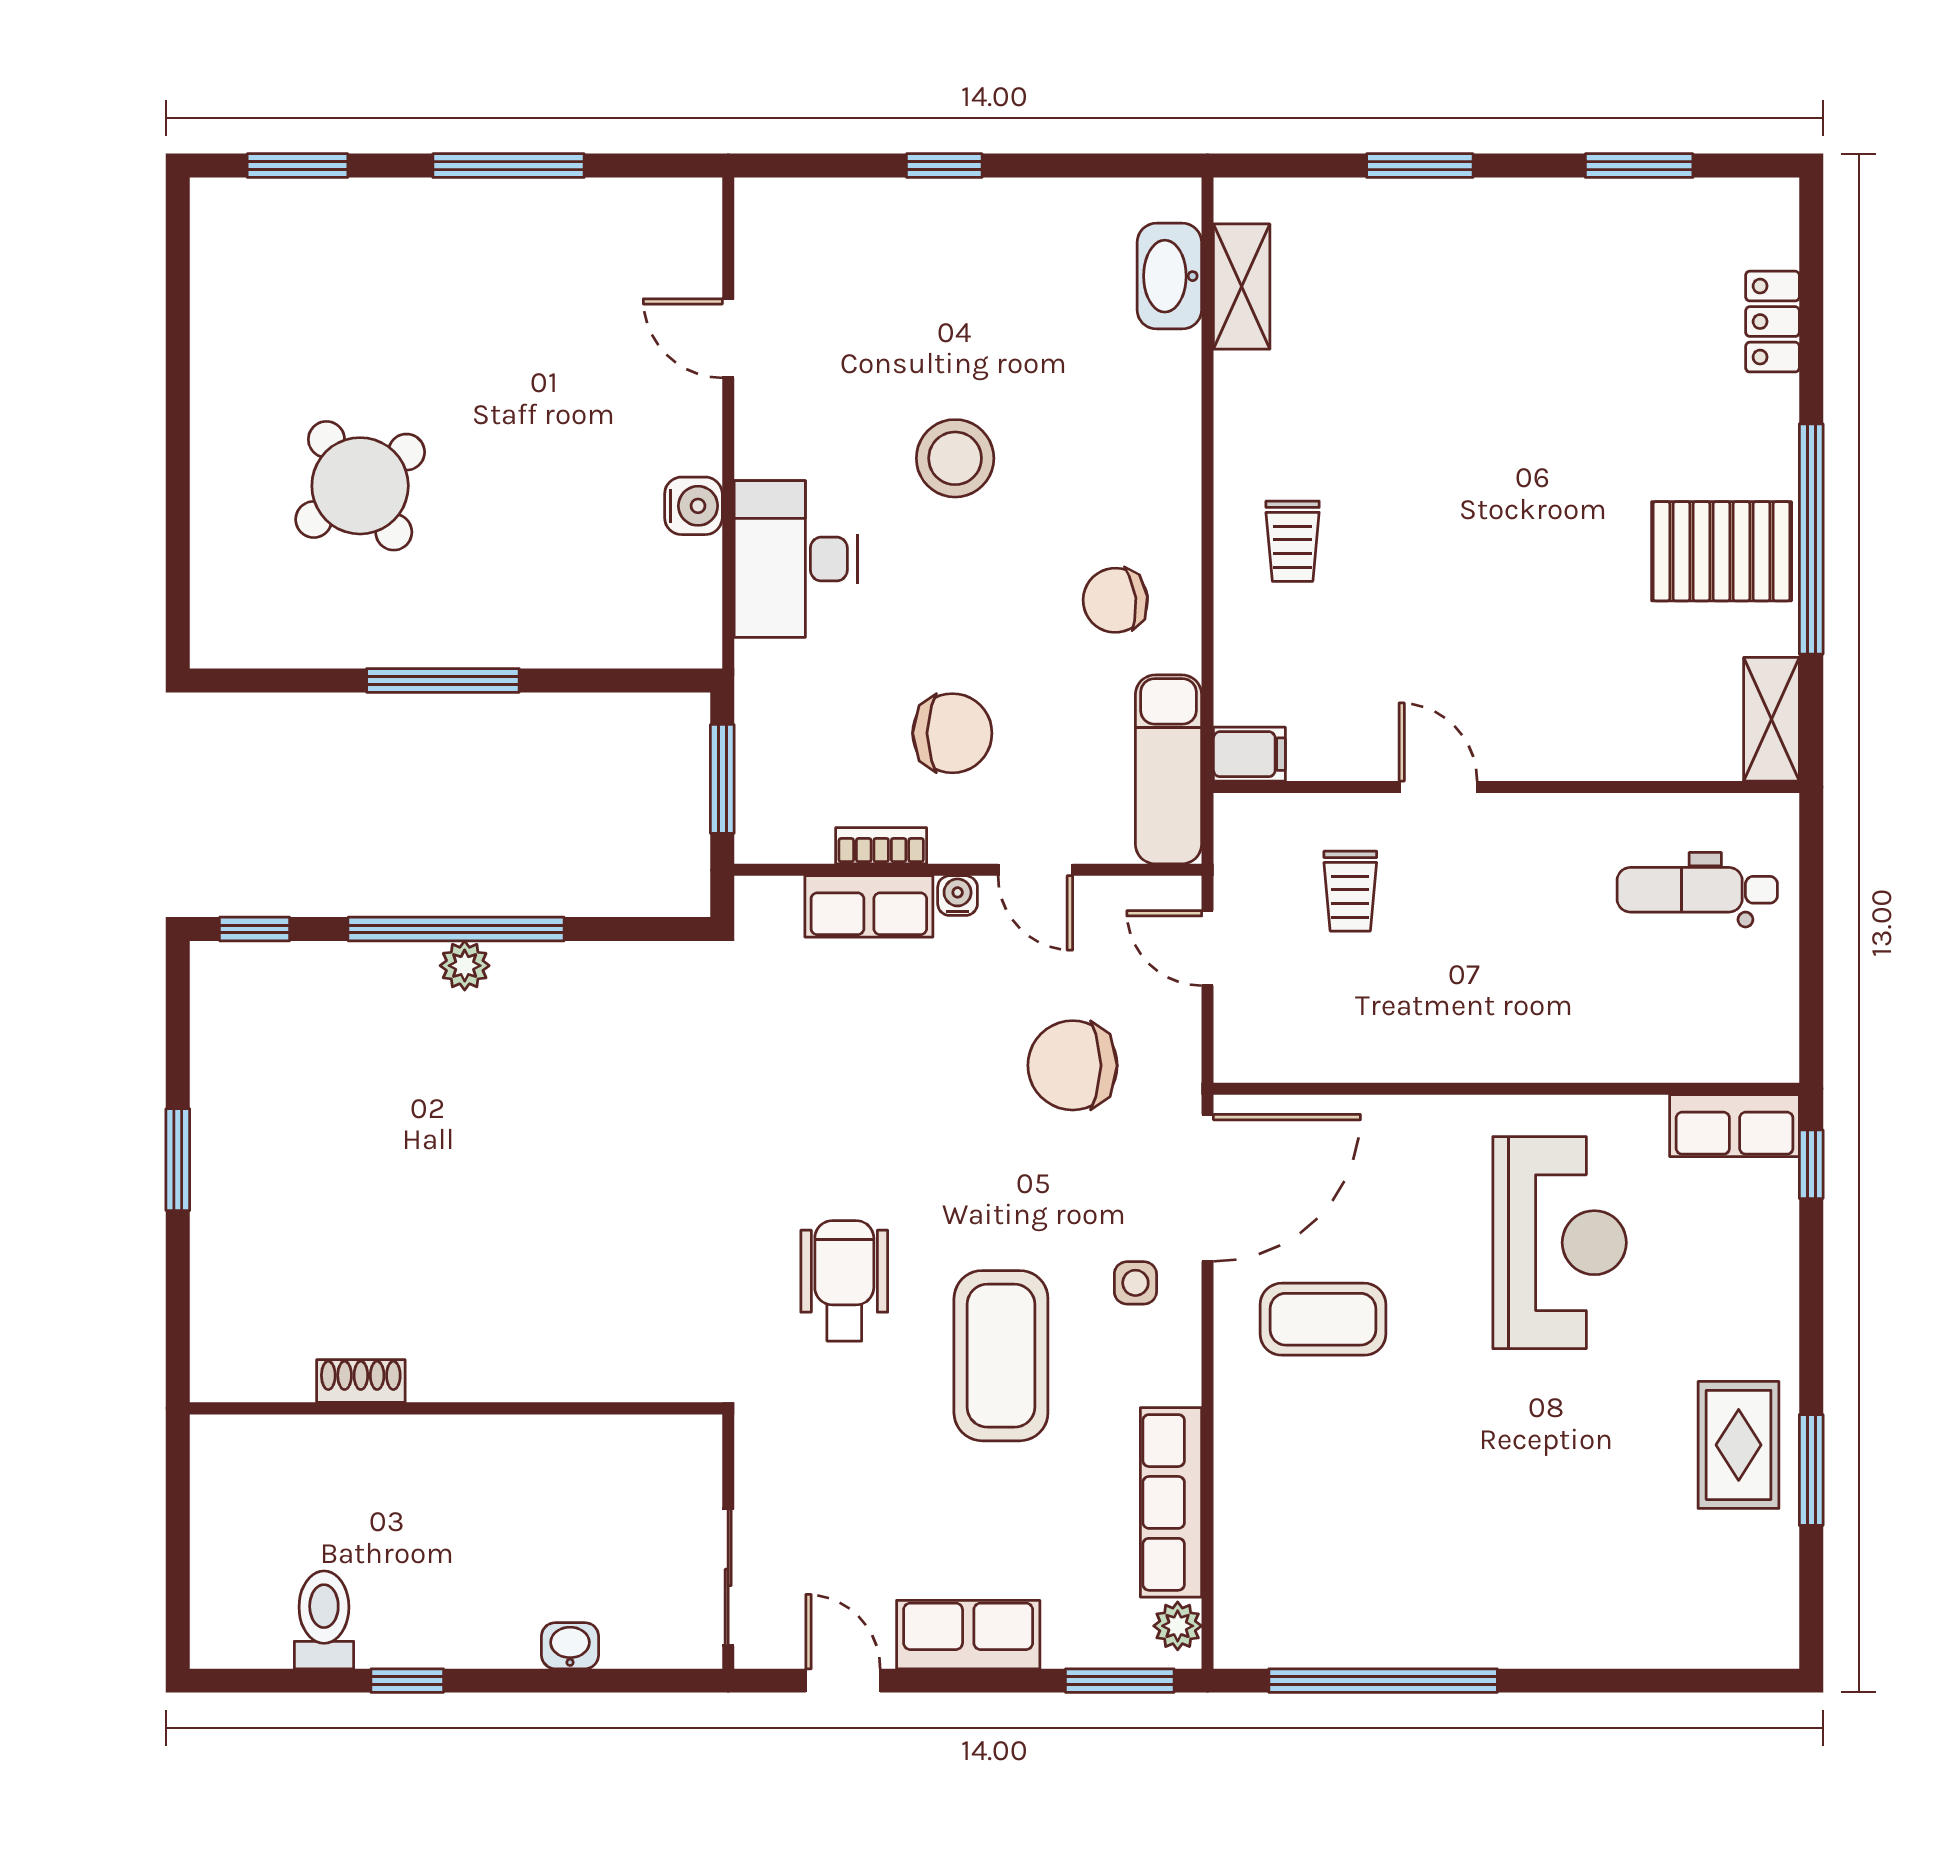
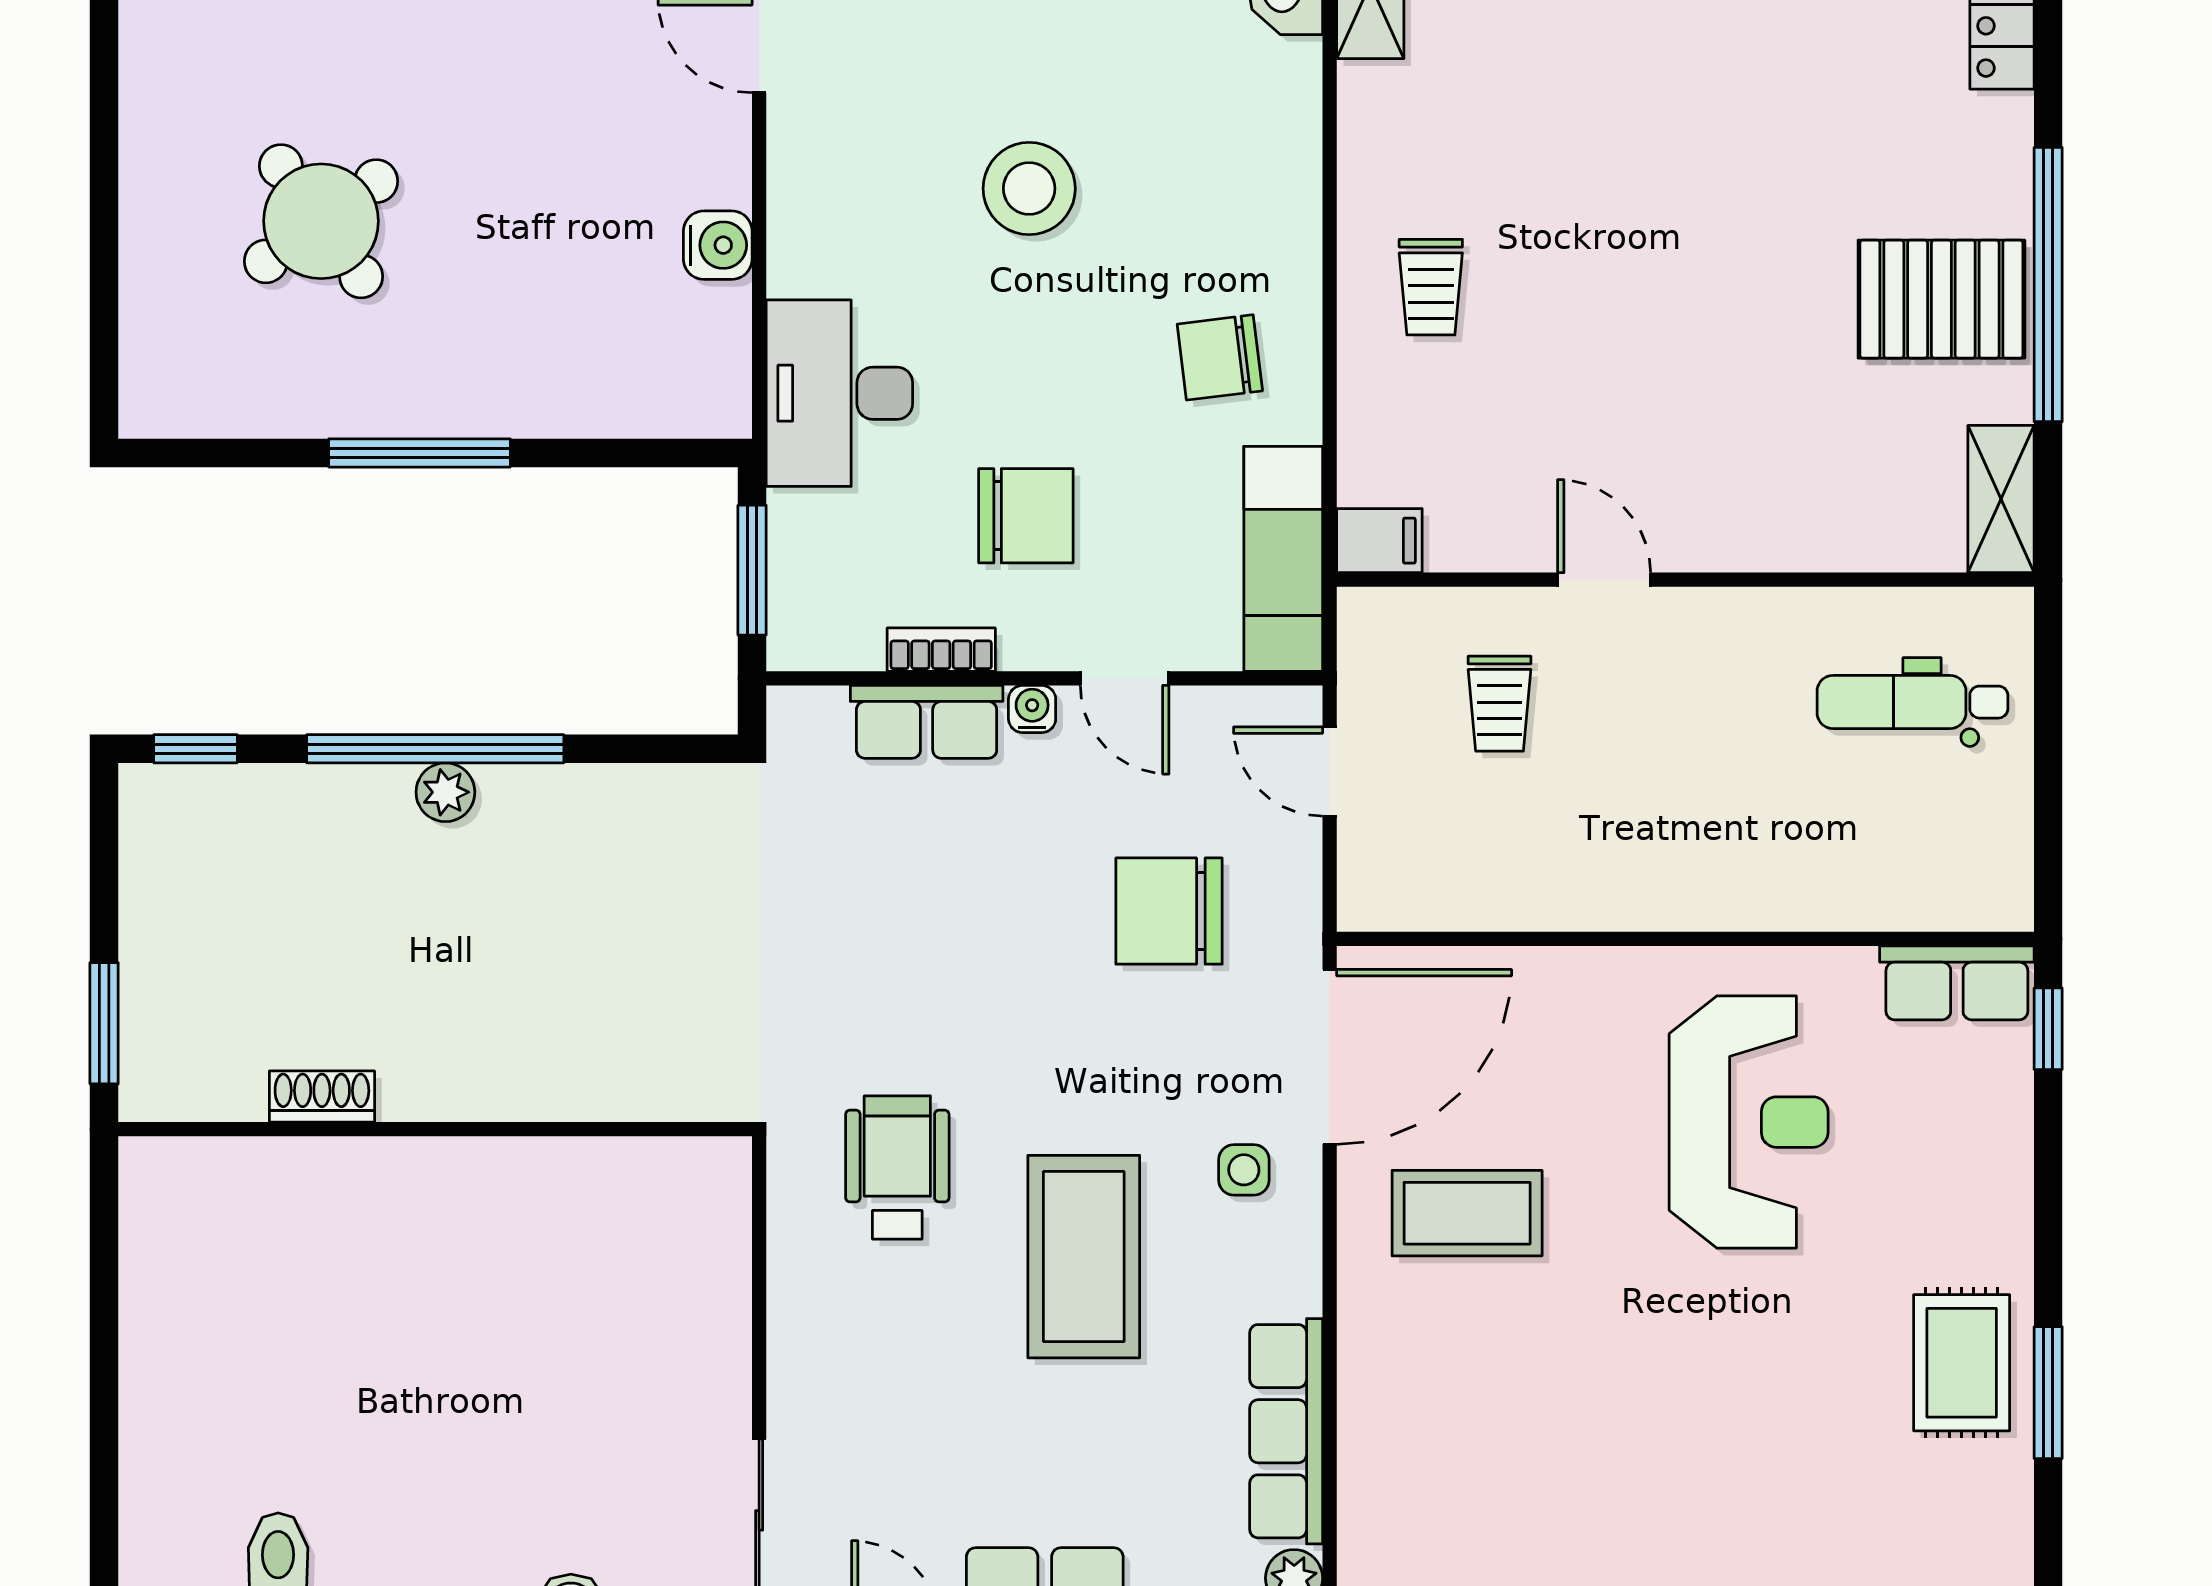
desk: (796, 559) -> (839, 393), moved
shoe rack: (361, 1381) -> (322, 1097), moved
wall: (456, 1408) -> (435, 1129), moved

